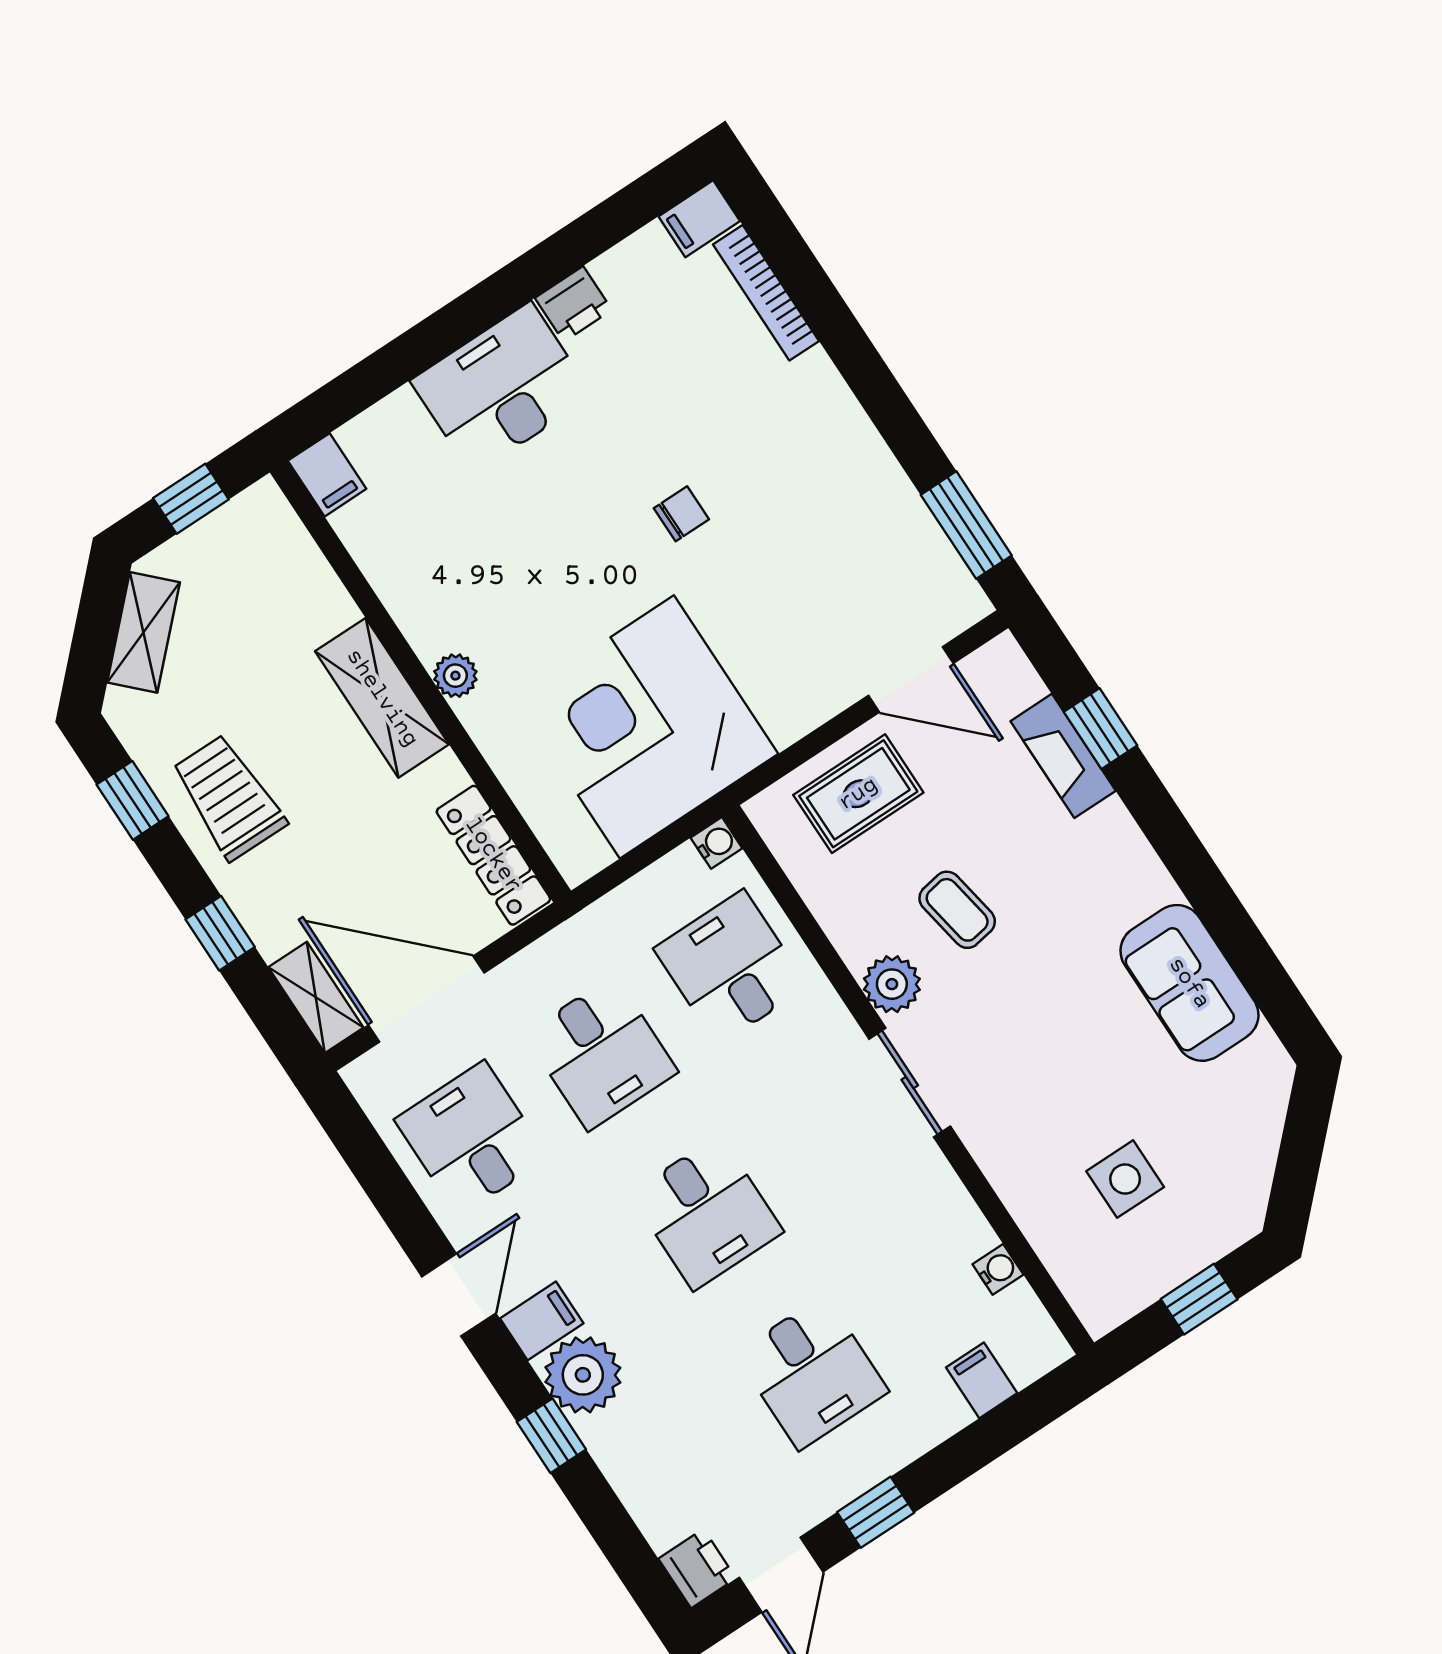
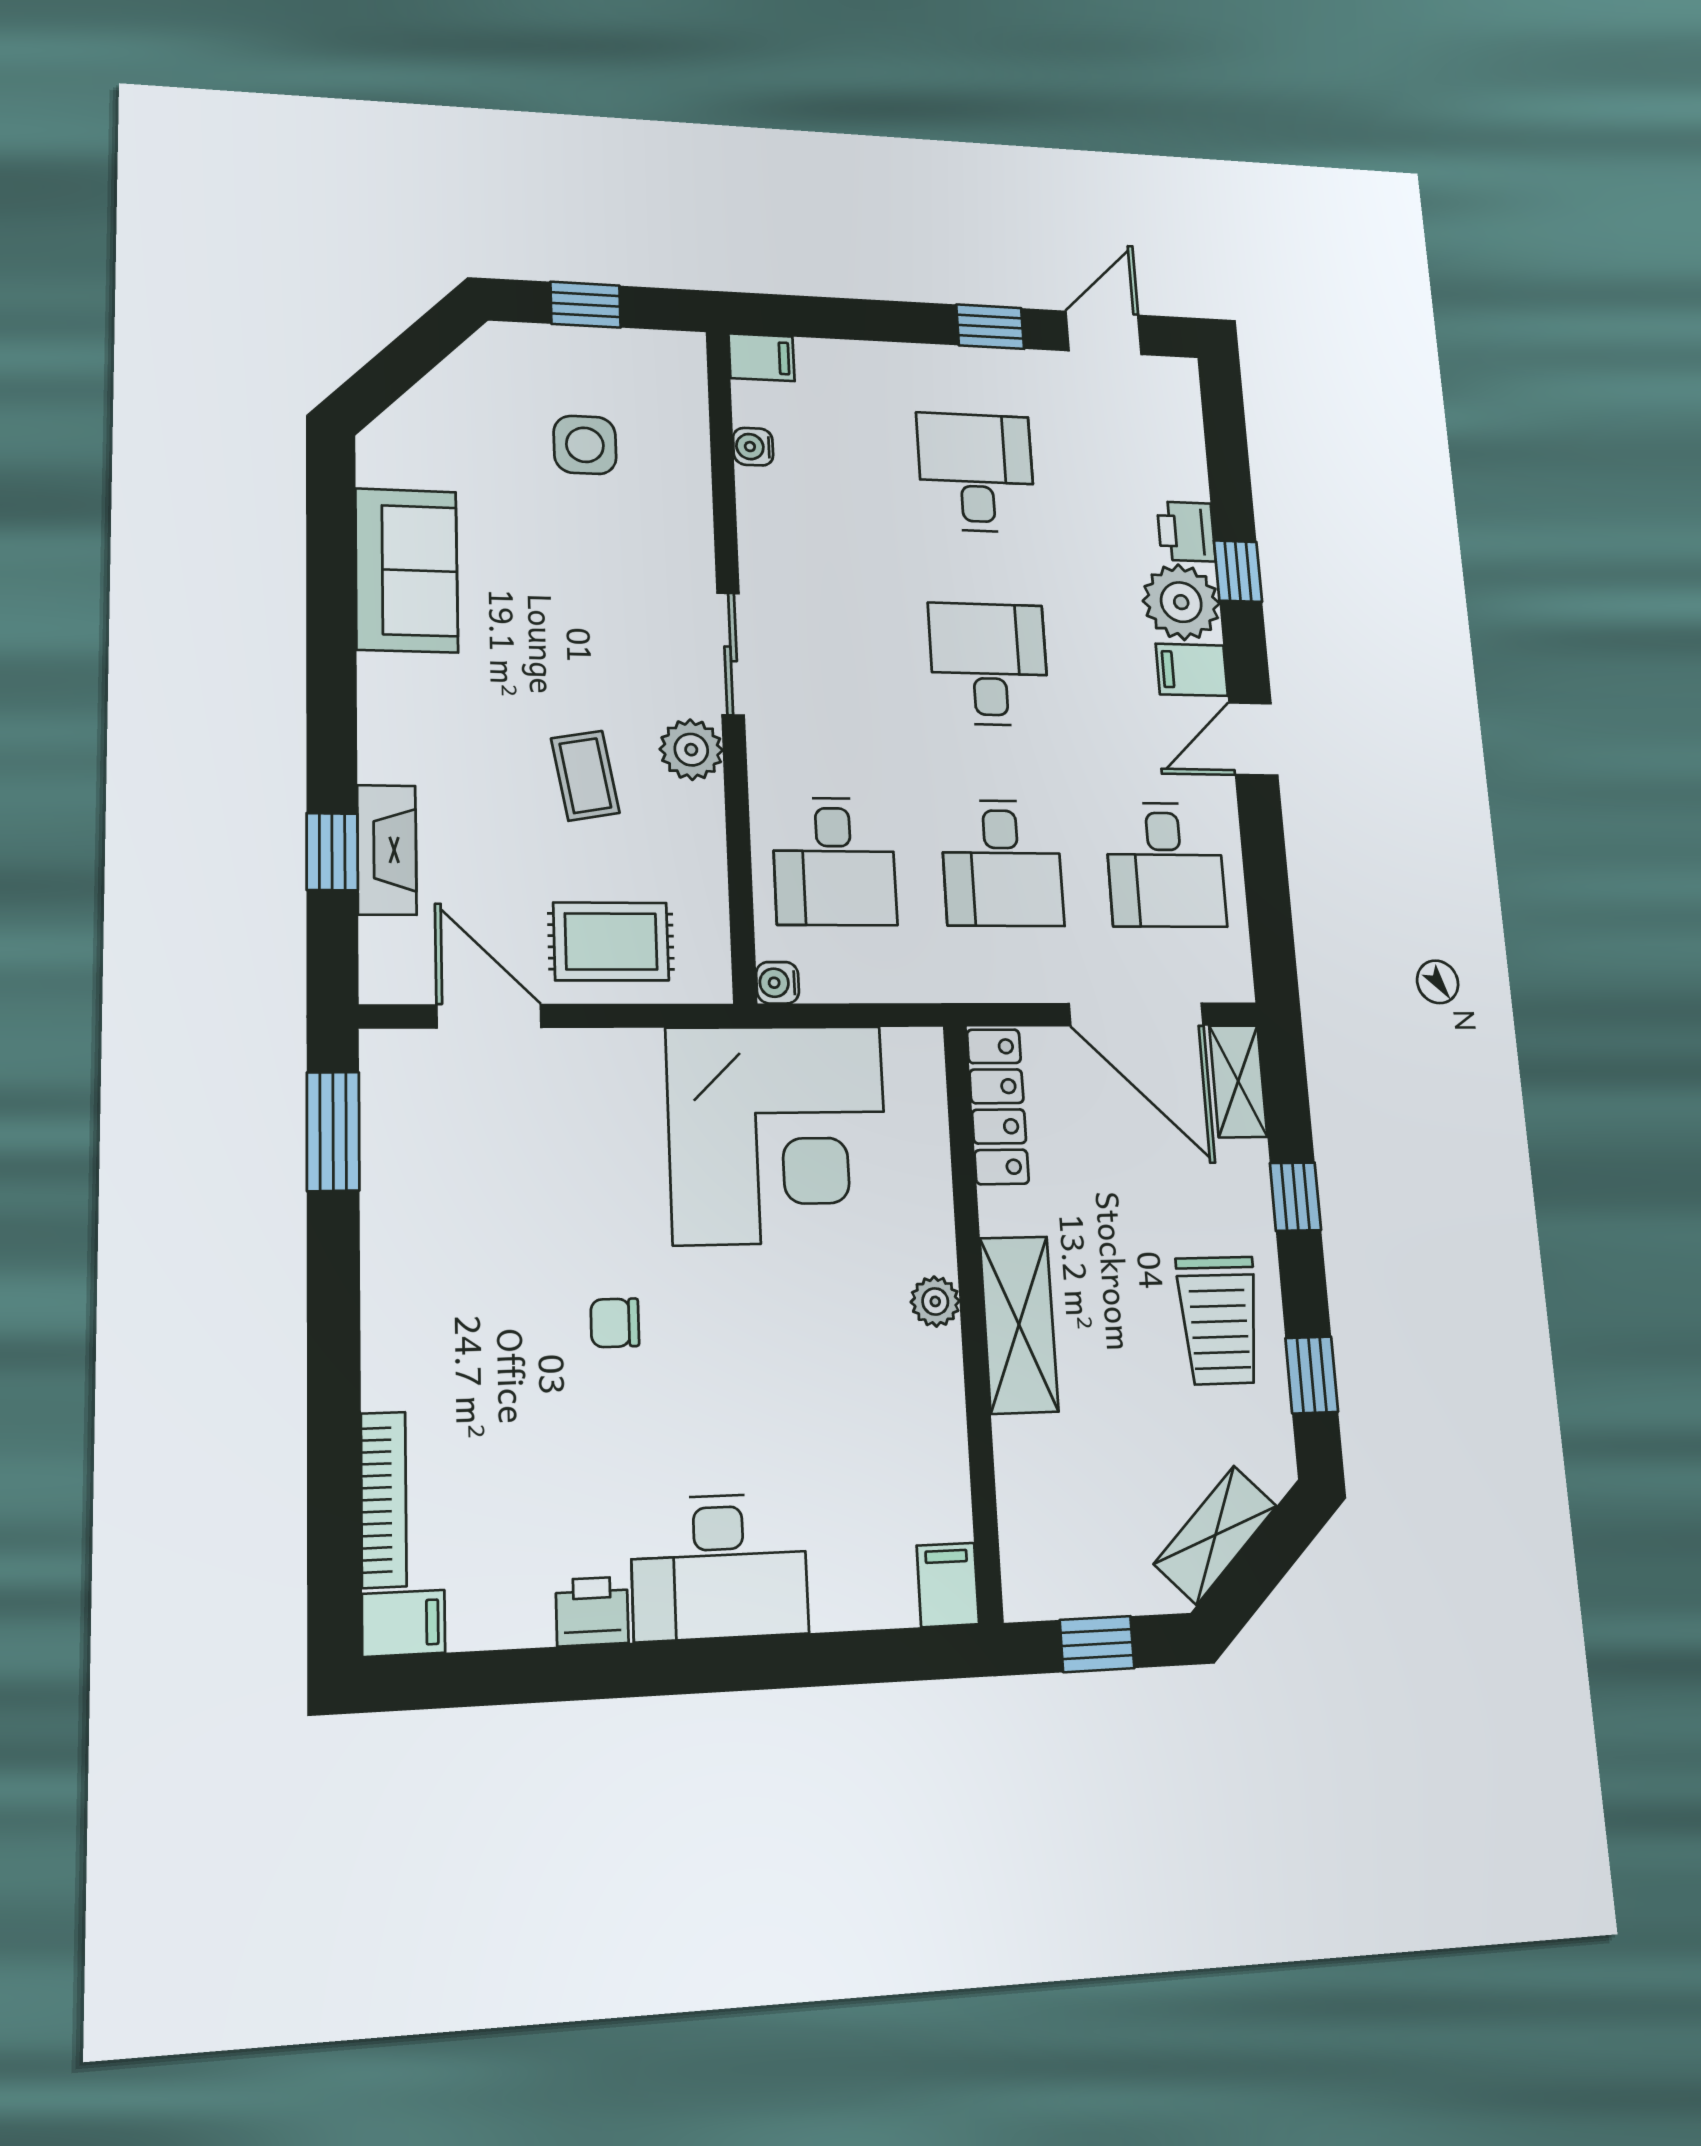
desk: (601, 1053) -> (1002, 863), turned 180
filing cabinet: (982, 1380) -> (762, 357), moved, turned -90
printer: (697, 1569) -> (1186, 531), moved

